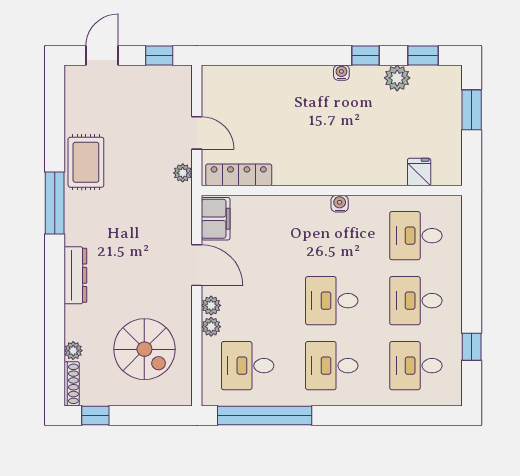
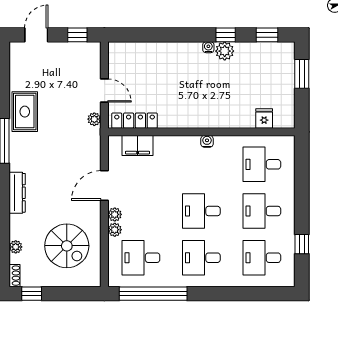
plant: (397, 78) -> (225, 51), moved
filing cabinet: (216, 219) -> (138, 145), moved, turned 90
door: (197, 265) -> (104, 185), swing flipped
shoe rack: (72, 384) -> (14, 276), width x0.70

